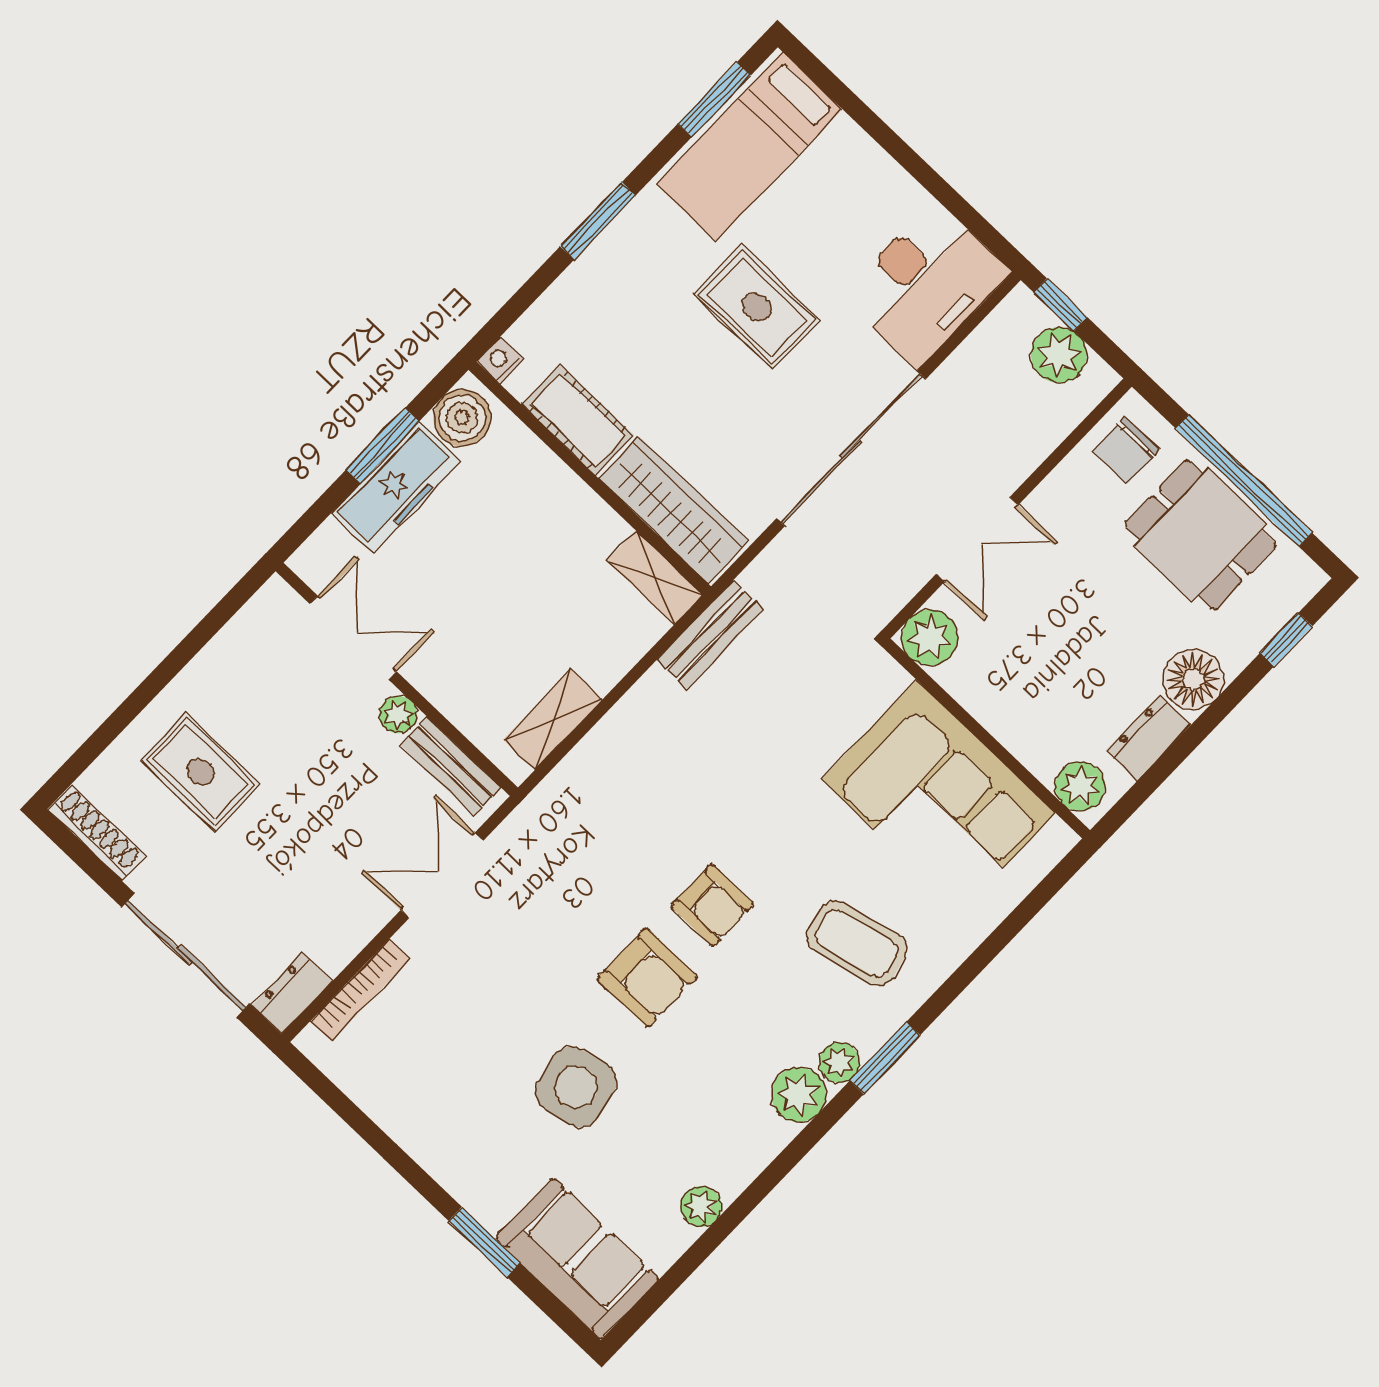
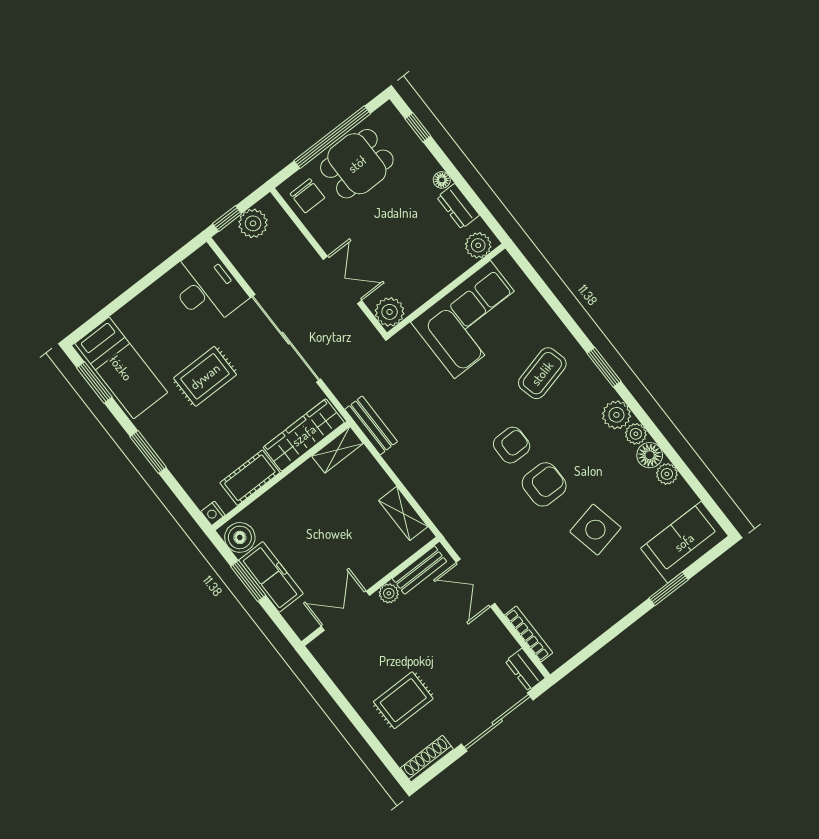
floor lamp: (1193, 679) -> (442, 180), width x0.53, depth x0.53
plant: (839, 1063) -> (636, 434), moved
floor lamp: (732, 1169) -> (650, 455), added

